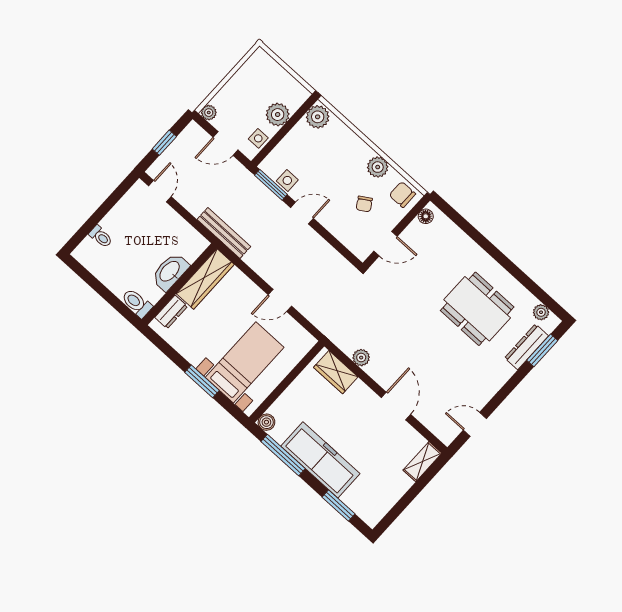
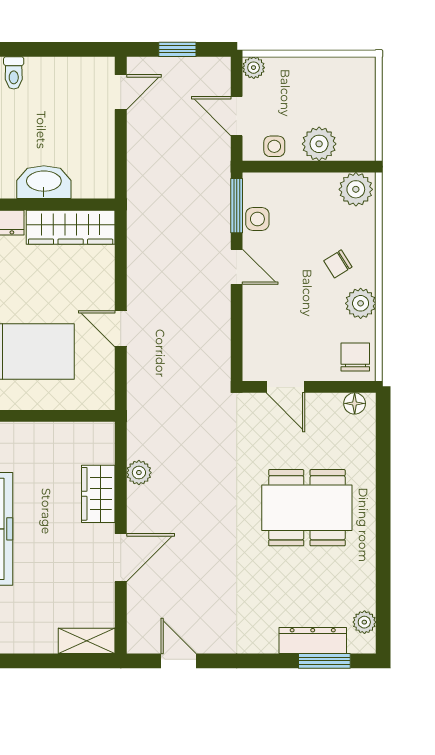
chair: (364, 204) -> (338, 264), moved
bench: (224, 233) -> (138, 202), removed
dining table: (477, 309) -> (307, 508), moved, turned 90
wardrobe: (336, 372) -> (98, 494), moved

